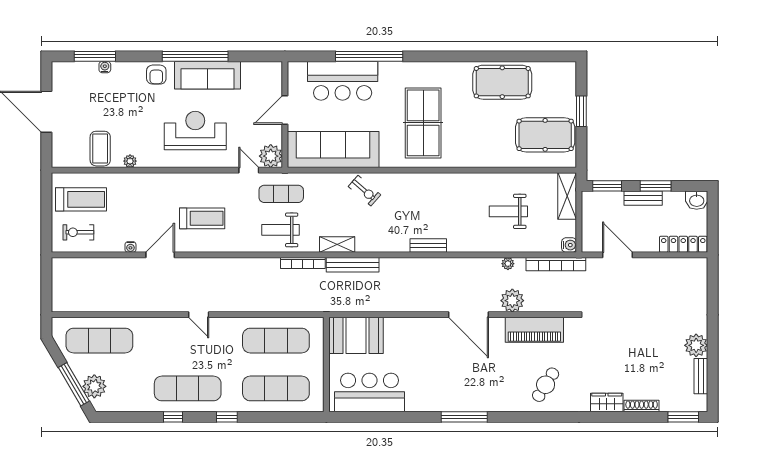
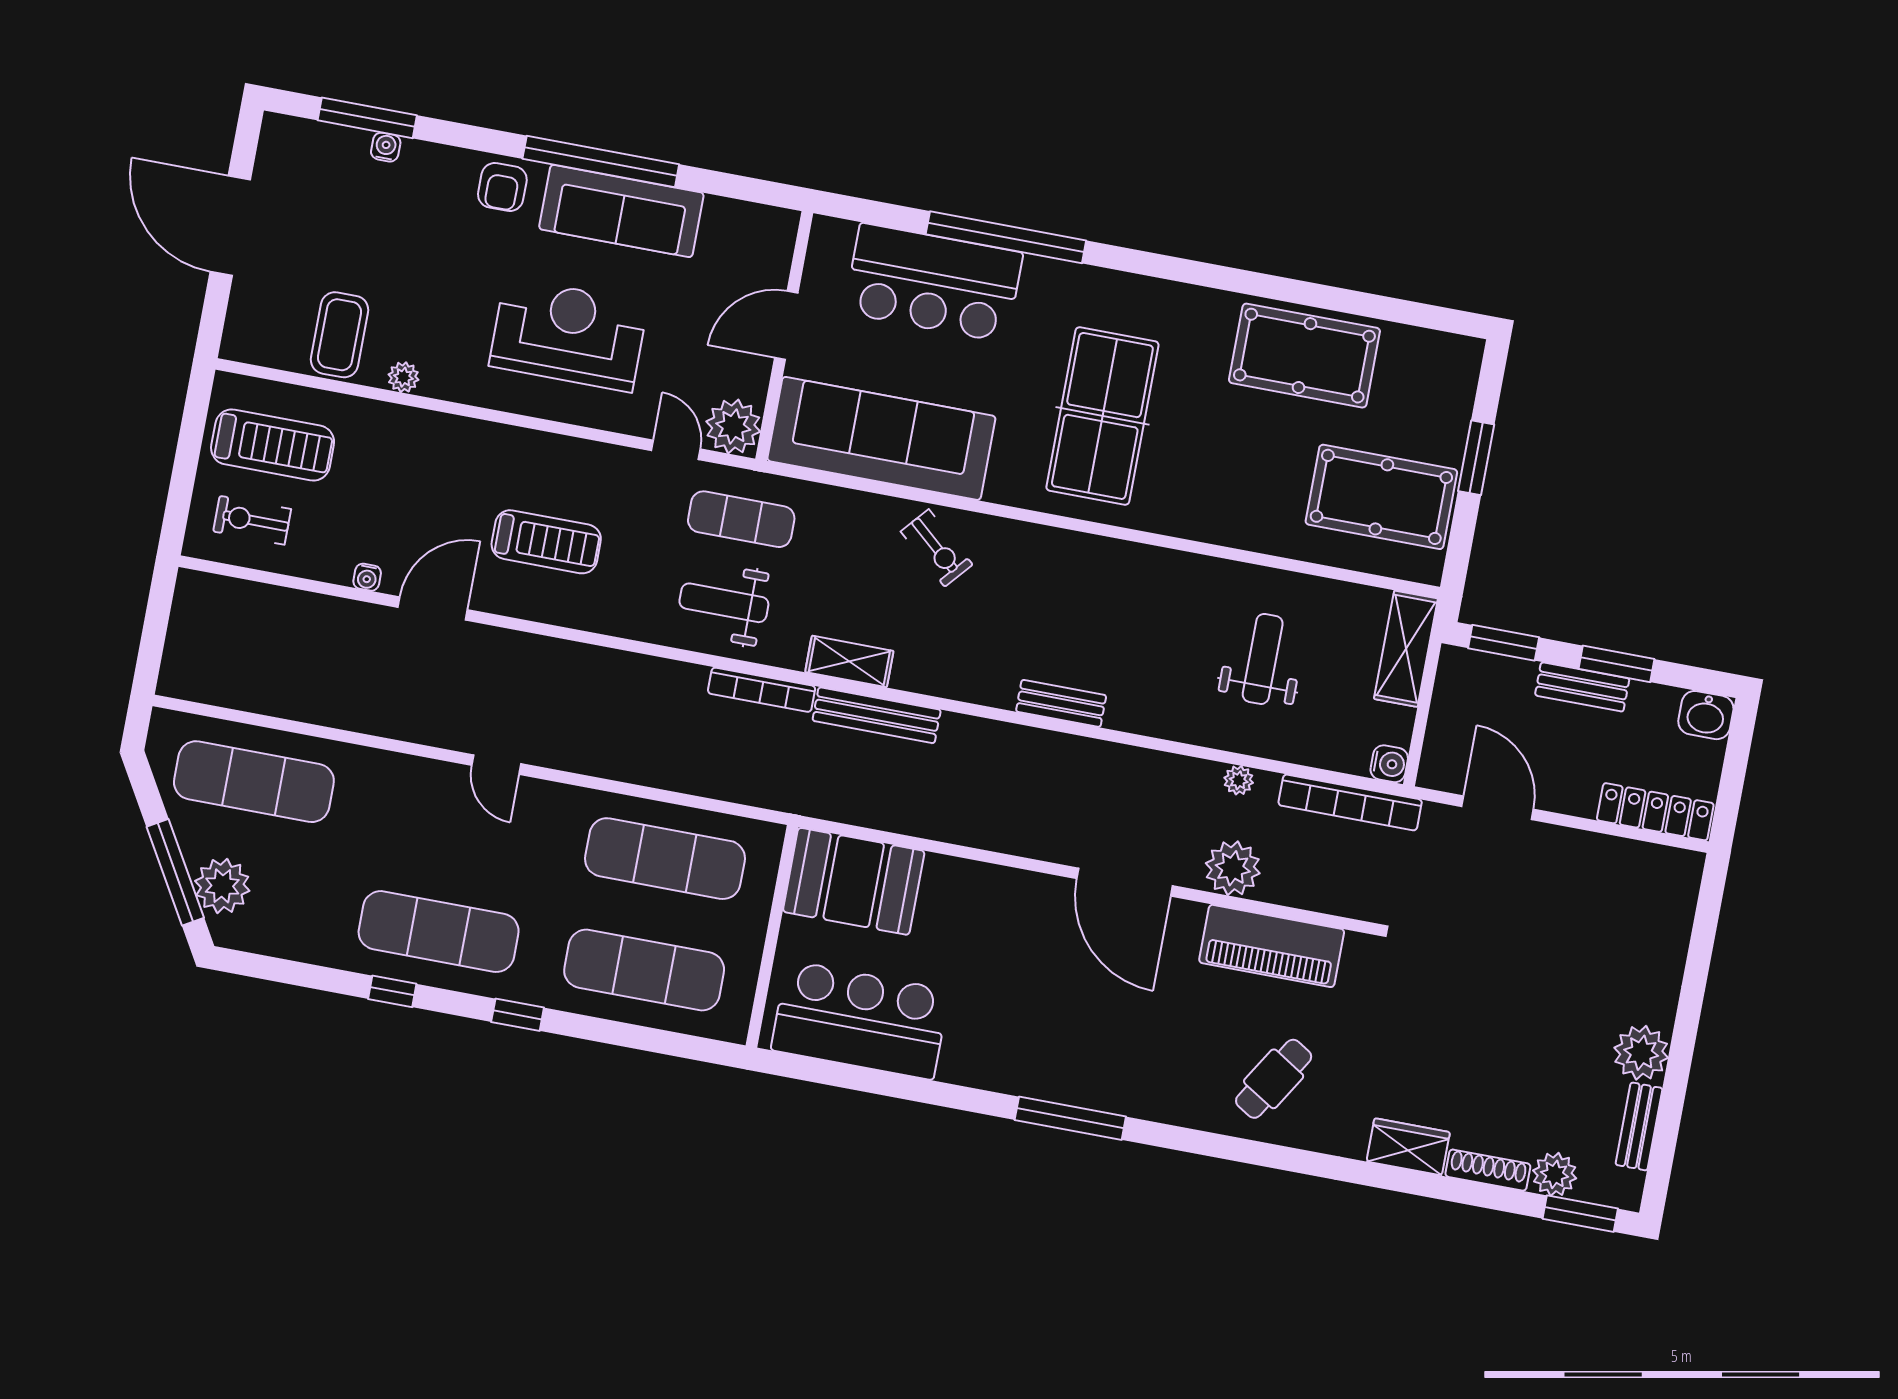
weight bench: (508, 211) -> (1263, 659), turned 90
plant: (670, 403) -> (1555, 1174), added

